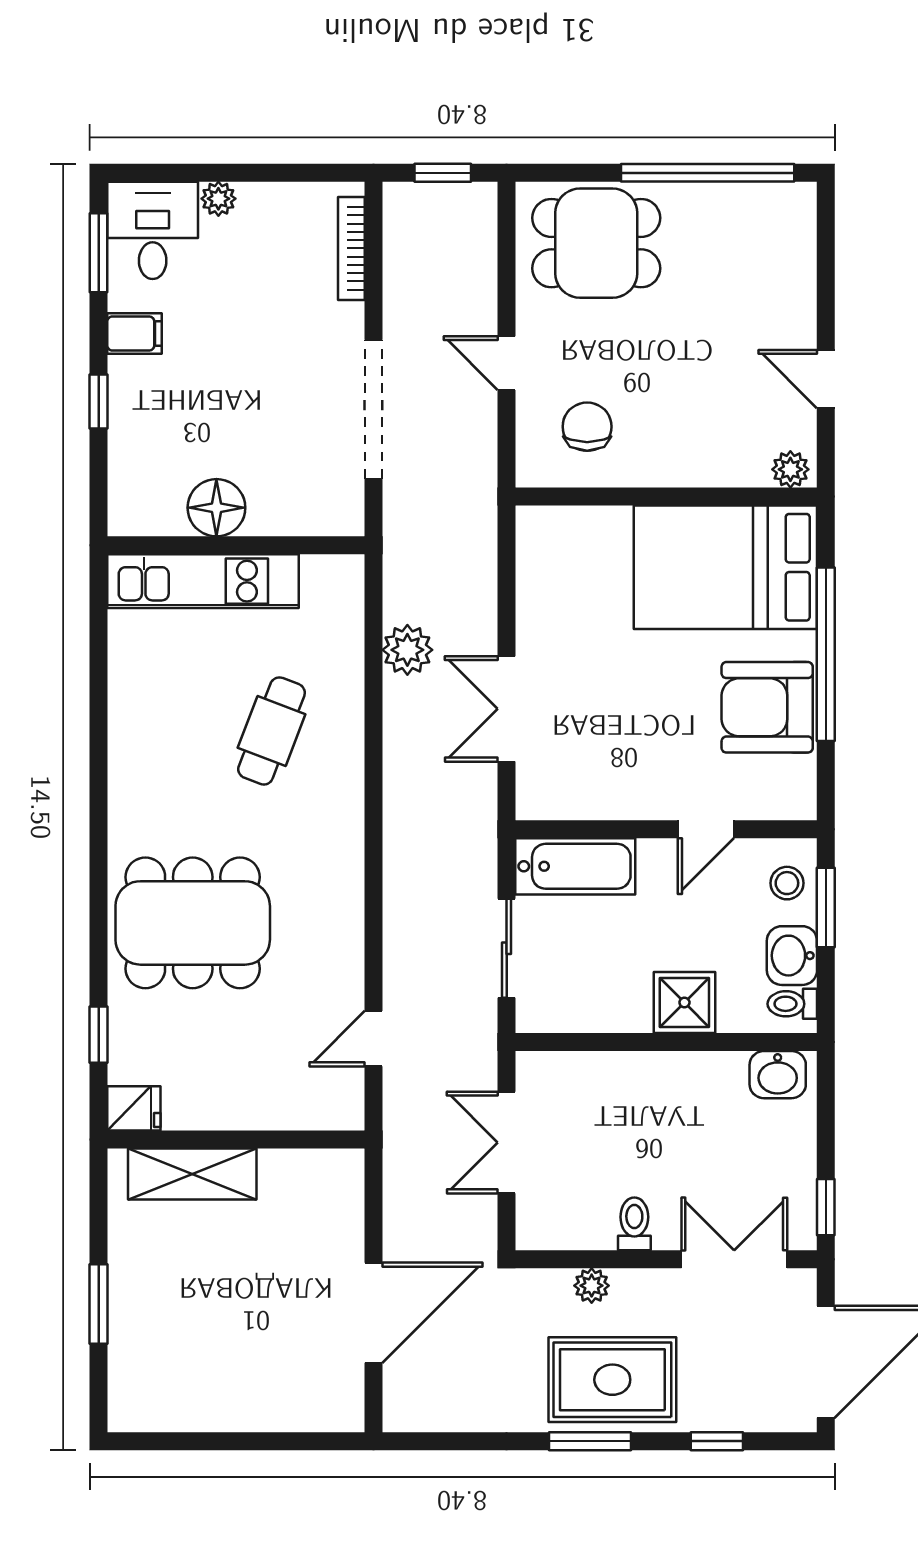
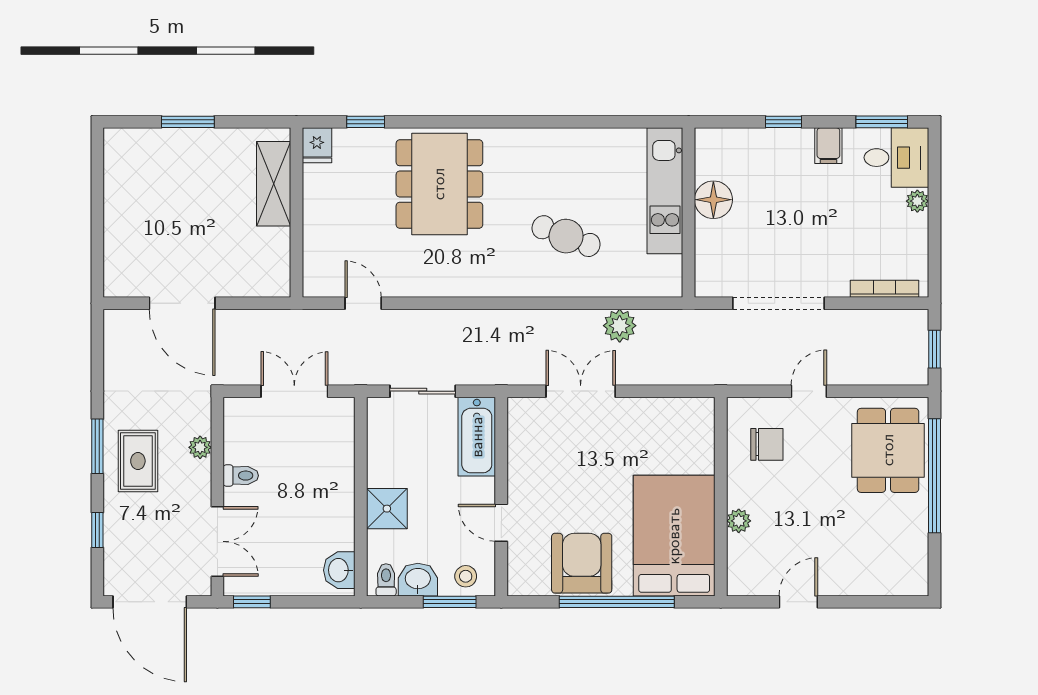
window: (708, 173) -> (934, 476), moved
plant: (790, 469) -> (739, 521), moved
rug: (612, 1380) -> (138, 461), width x0.73, depth x0.70

